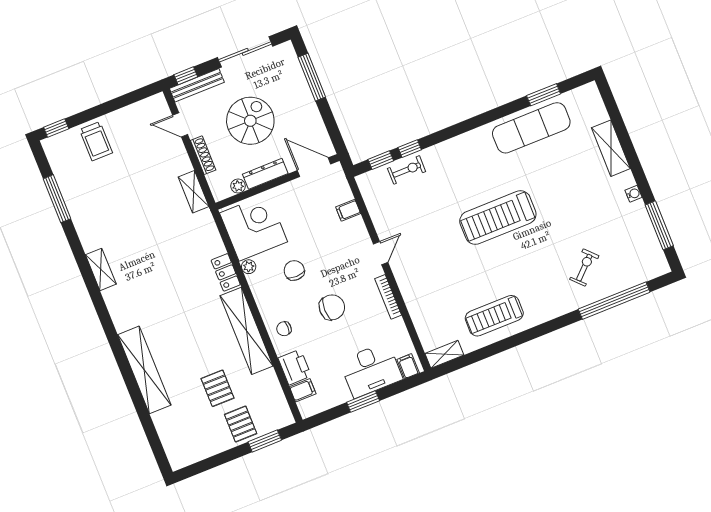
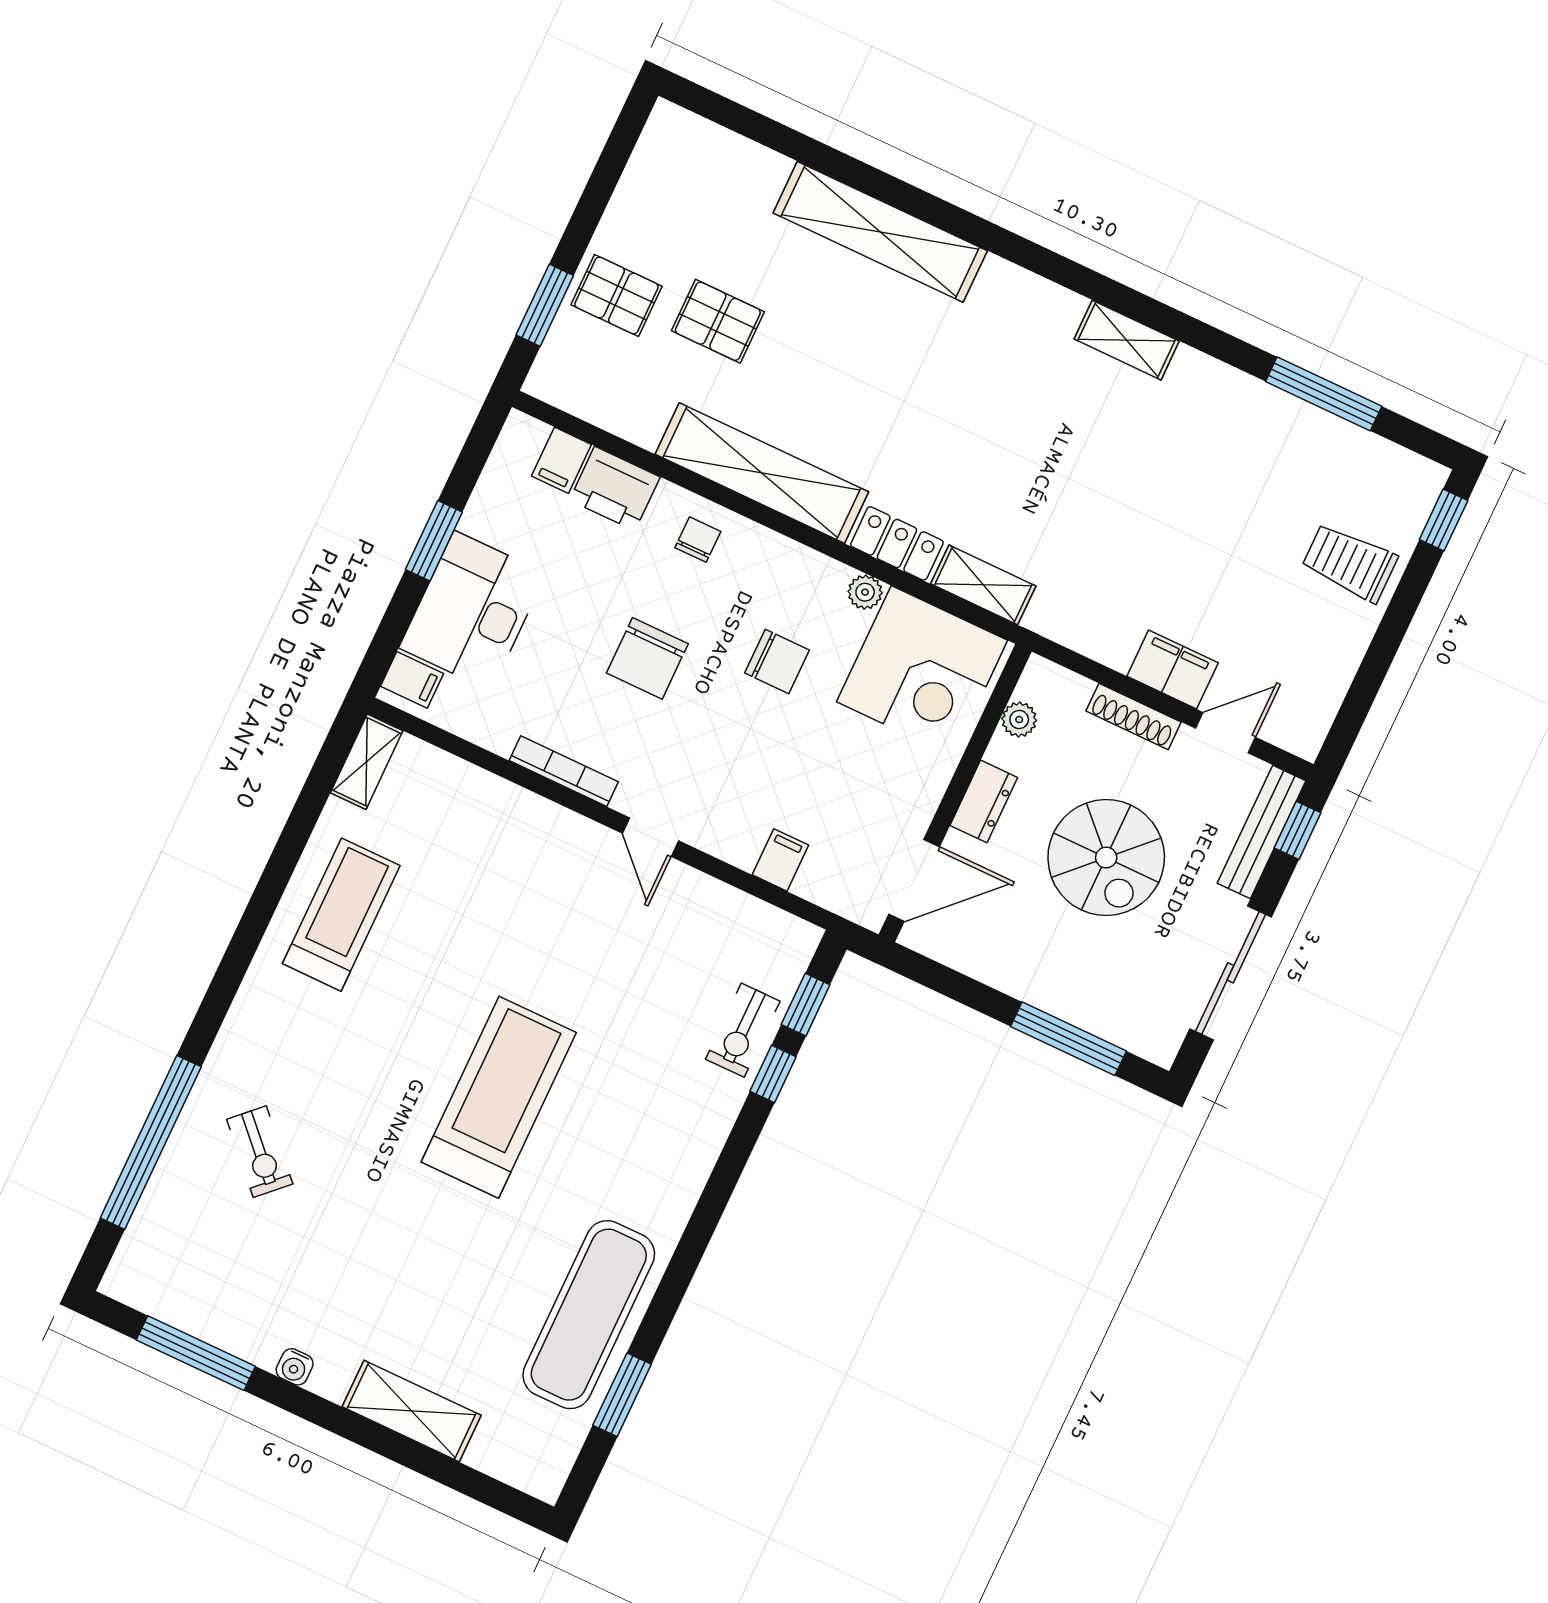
filing cabinet: (178, 158) -> (1173, 669), added
dresser: (265, 174) -> (984, 801), width x0.70
shelving: (194, 192) -> (983, 585), moved

